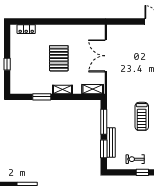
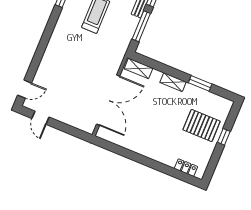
double door: (106, 56) -> (108, 100), width x1.36
pallet: (59, 58) -> (202, 125), moved, turned 90

